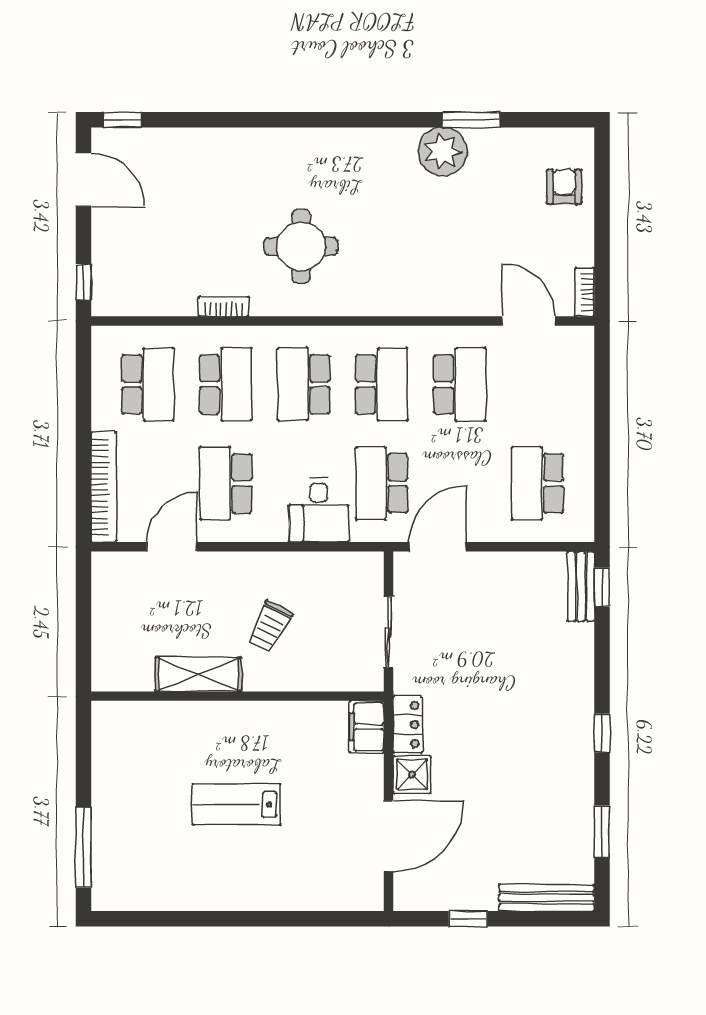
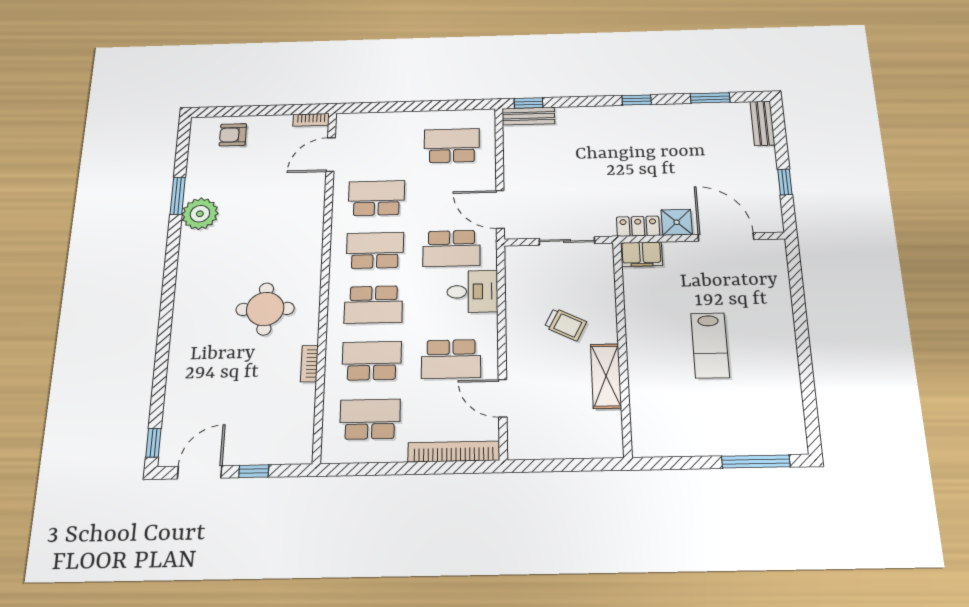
window: (83, 282) -> (254, 471), moved
school desk: (538, 483) -> (452, 146), turned 180
bench: (547, 898) -> (762, 123), width x0.73

